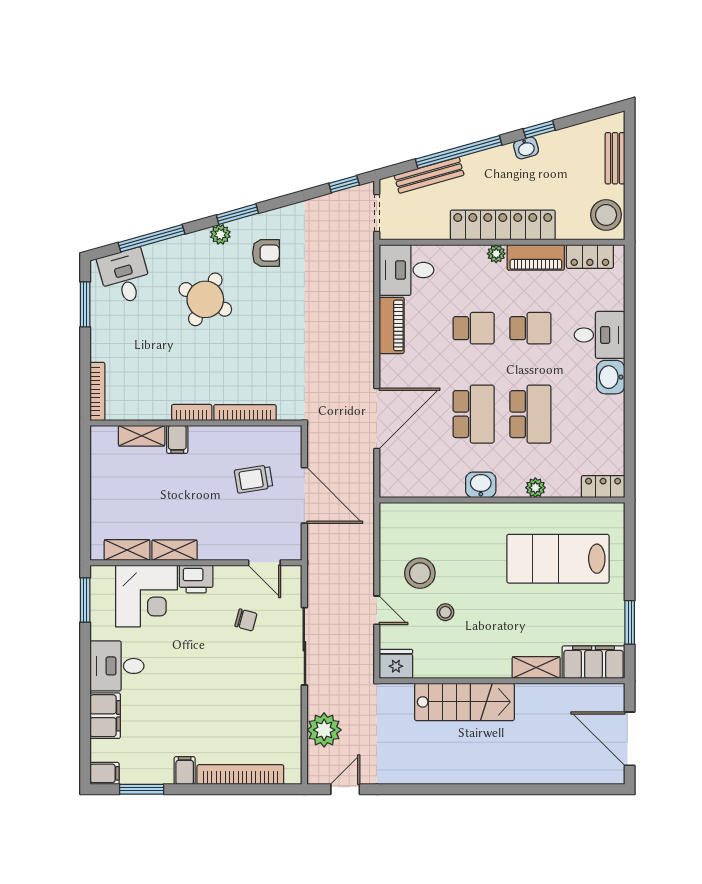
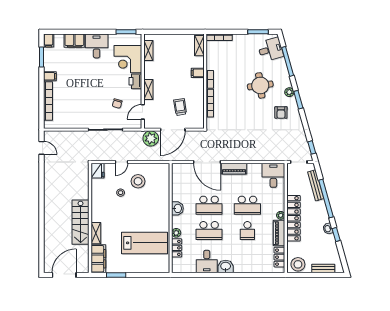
round table: (205, 299) -> (260, 85), turned -35
piano: (392, 325) -> (234, 169), moved
school desk: (474, 328) -> (247, 205), width x1.85
desk: (600, 335) -> (207, 261), moved
shelving: (142, 436) -> (199, 46), moved
locker: (603, 487) -> (177, 248), moved
shelving: (175, 550) -> (148, 89), moved
lab bench: (558, 559) -> (144, 243), turned 90
stairs: (464, 702) -> (81, 222), moved
plant: (324, 730) -> (151, 138), moved

